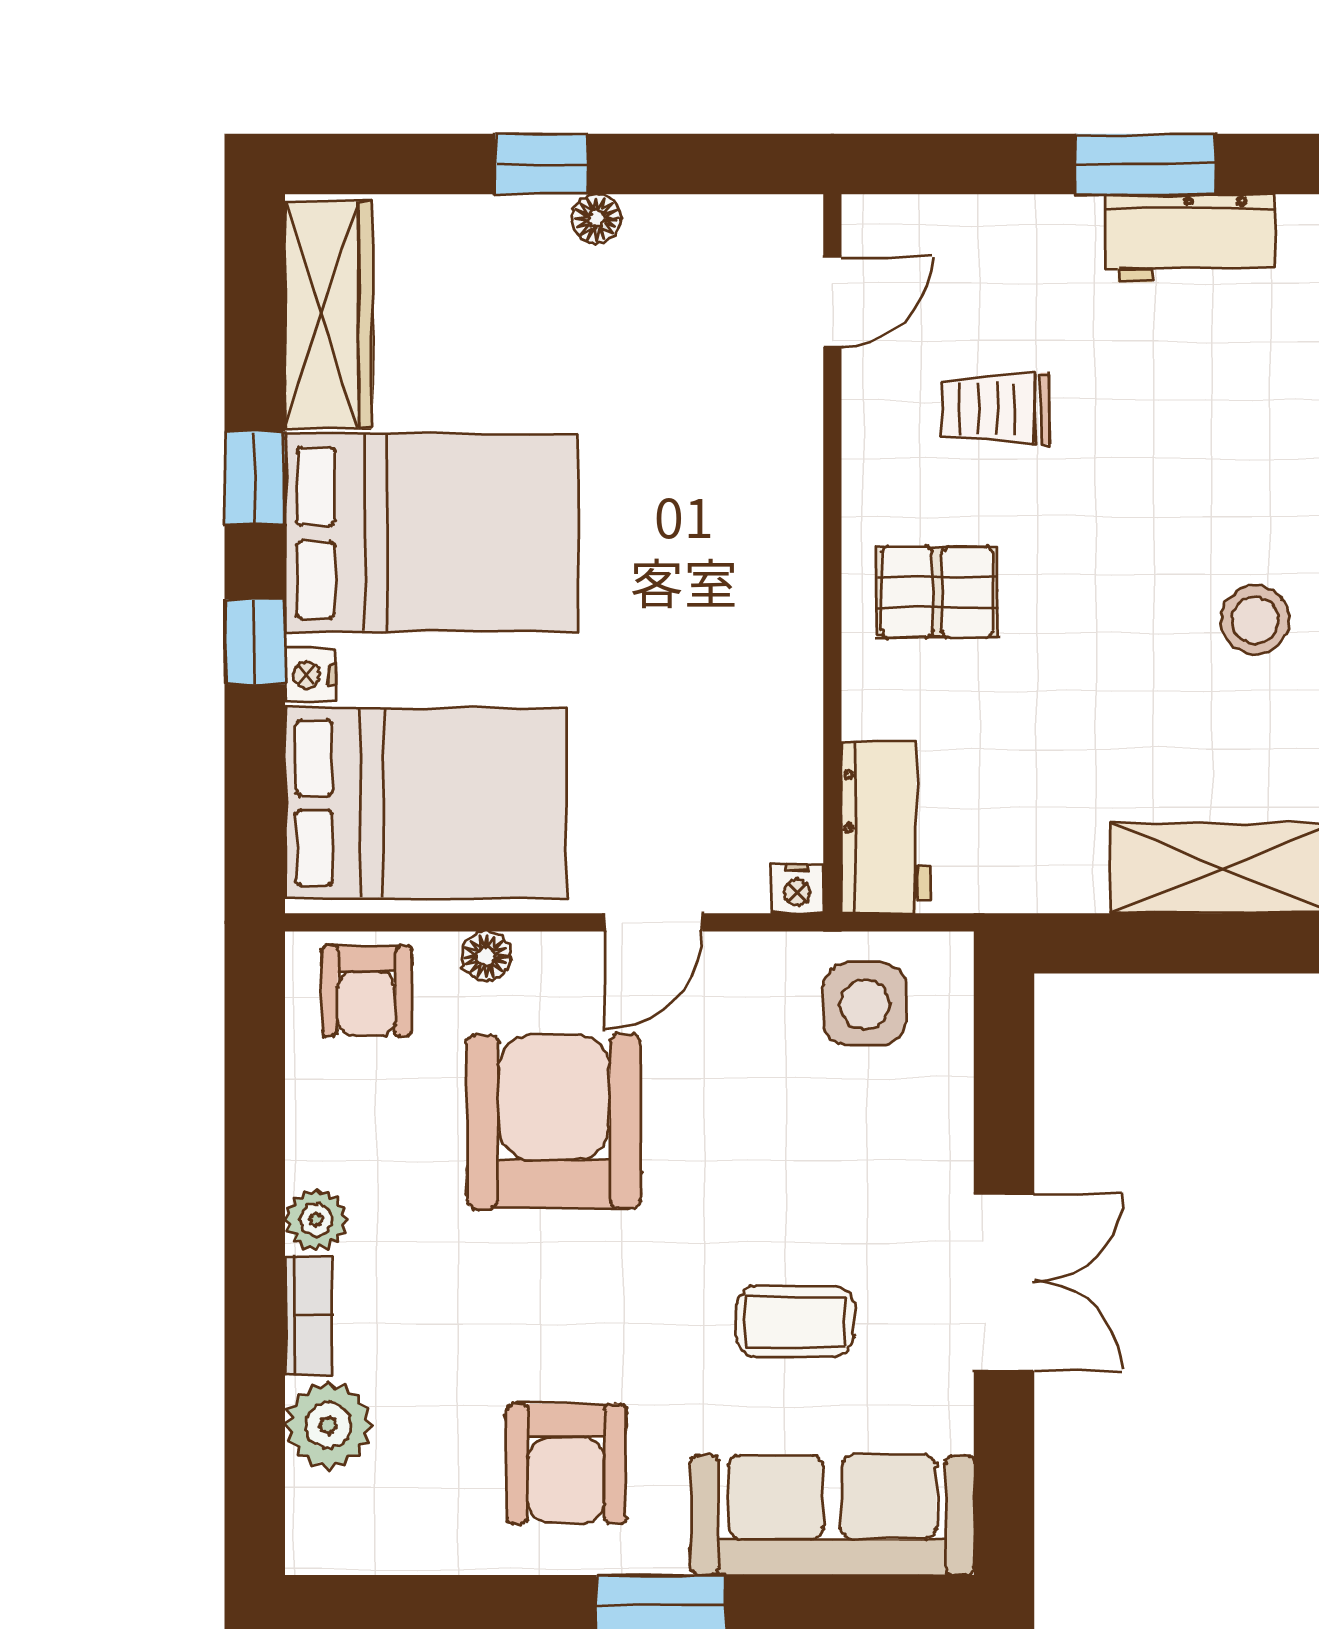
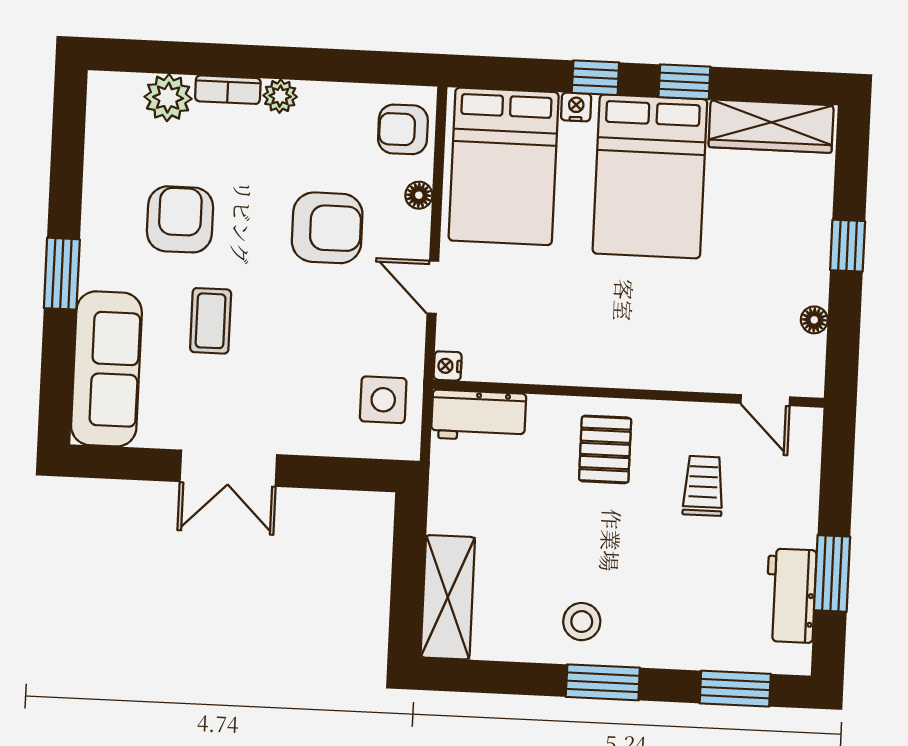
floor lamp: (596, 219) -> (814, 320), moved
armchair: (554, 1122) -> (327, 228), width x0.73, depth x0.73
coffee table: (795, 1321) -> (211, 321), moved
armchair: (566, 1464) -> (180, 219), moved, turned 90

